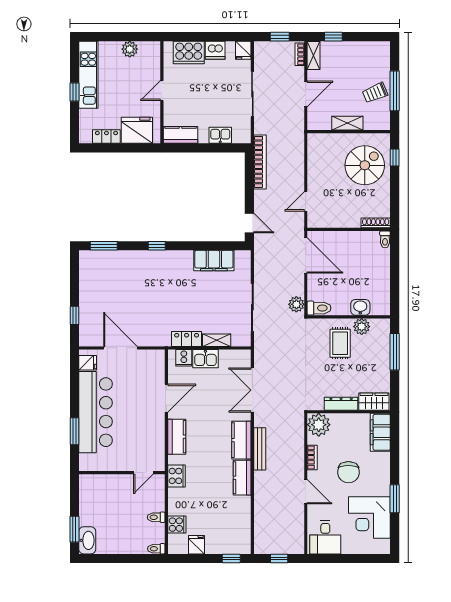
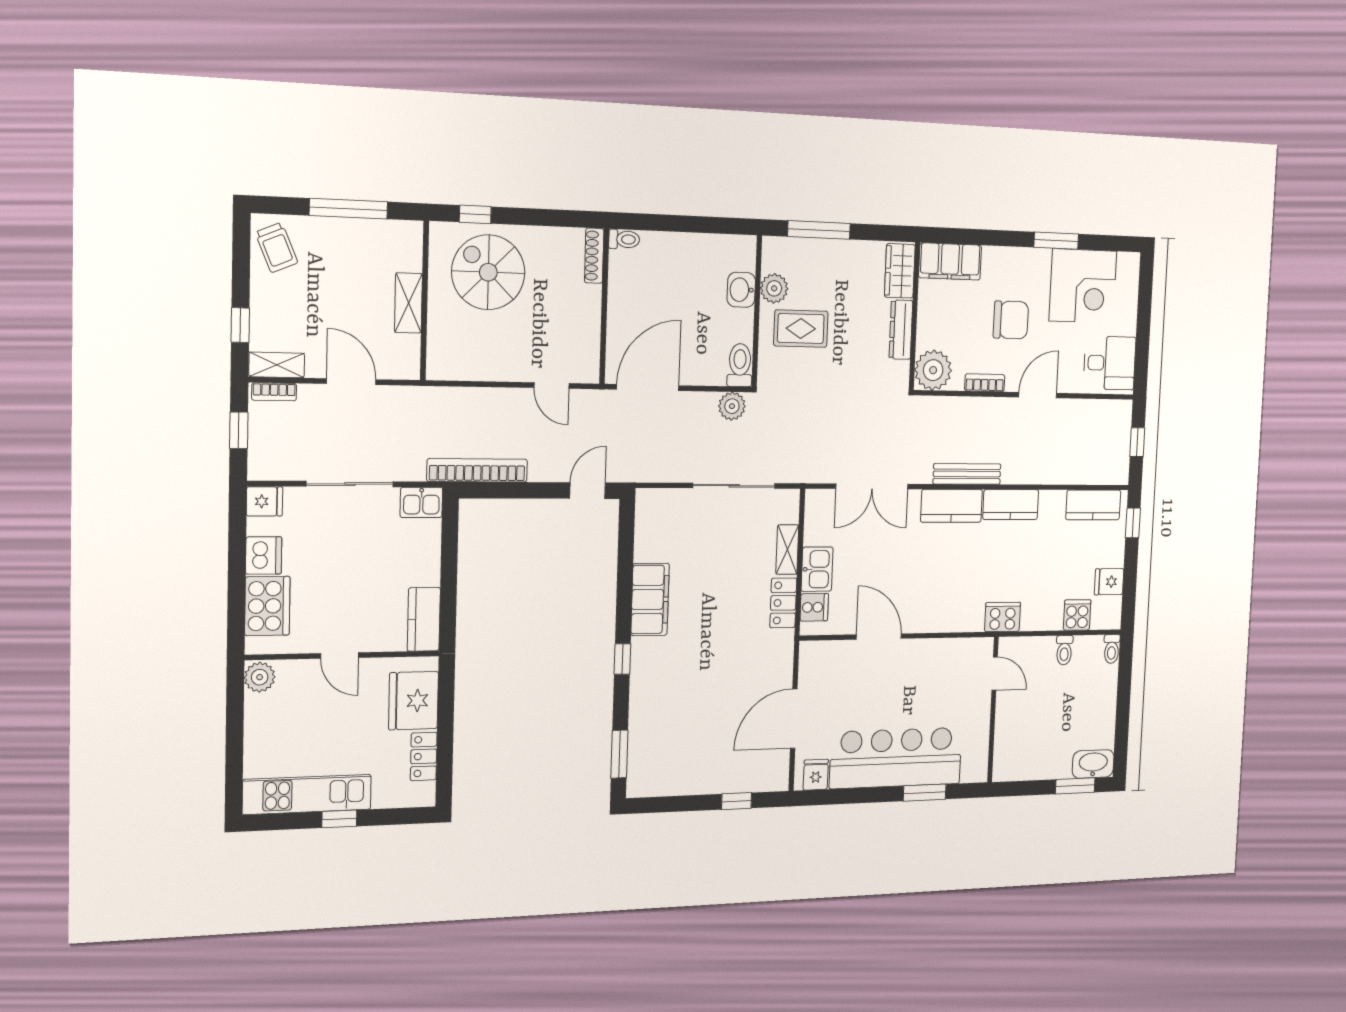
plant: (130, 49) -> (260, 677), moved
trolley: (375, 93) -> (276, 248), moved
kitchen sink: (220, 135) -> (421, 502), moved, turned -90
filing cabinet: (214, 261) -> (650, 599), moved
kitchen counter: (177, 437) -> (1093, 505), moved, turned 180

